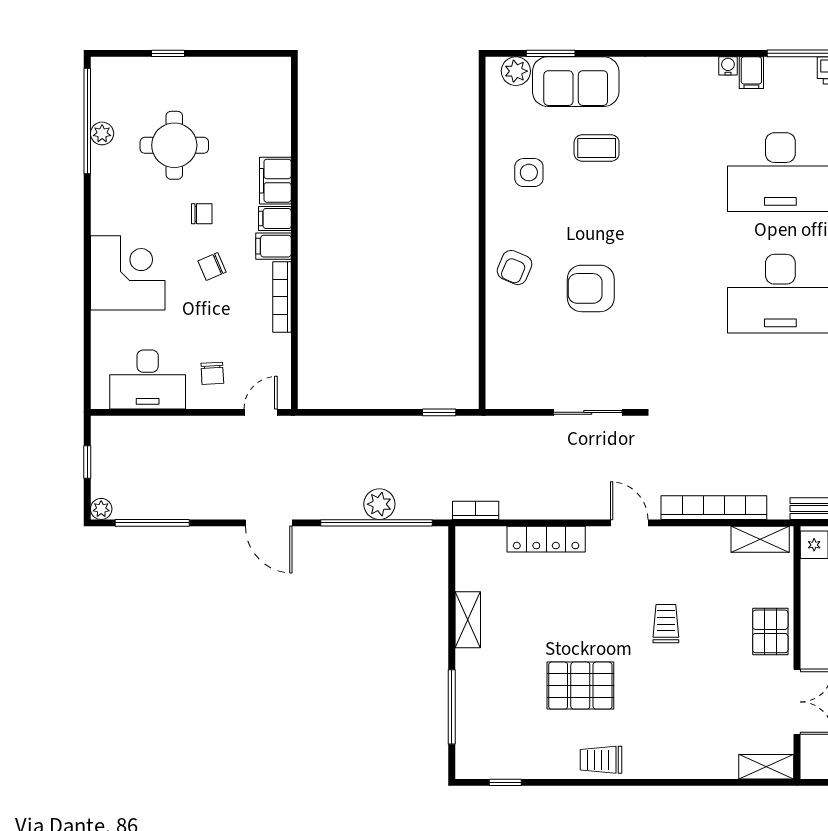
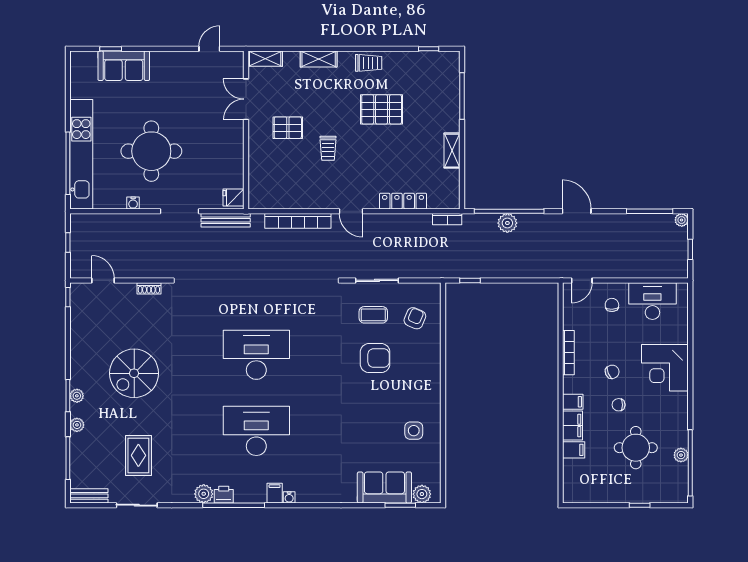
coffee table: (597, 148) -> (373, 315), moved
filing cabinet: (273, 246) -> (574, 450), moved
armchair: (515, 267) -> (415, 318), moved
shelving: (760, 539) -> (319, 59), moved
pallet: (770, 631) -> (288, 128), moved, turned 90

